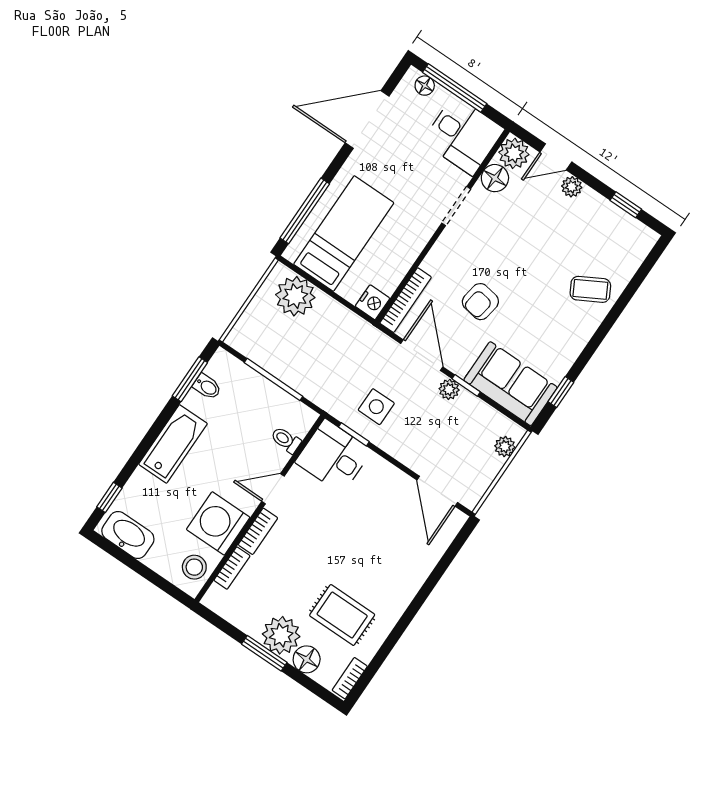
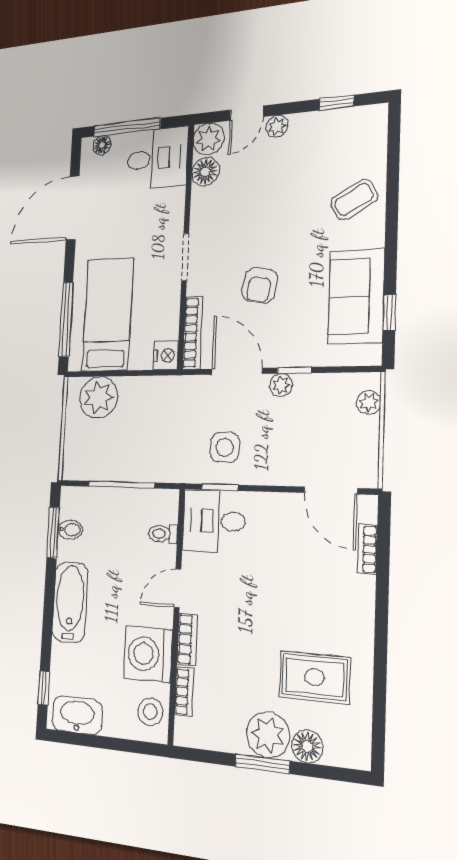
doorway: (456, 206) -> (185, 257), moved
sofa: (510, 384) -> (356, 296), moved, turned -90
bookcase: (350, 678) -> (367, 549), moved

